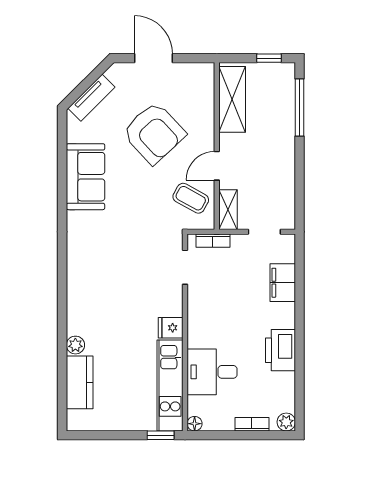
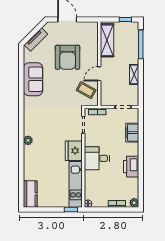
armchair: (154, 133) -> (68, 57), turned 43
shelving: (228, 210) -> (134, 74), moved
fridge: (171, 328) -> (74, 151), width x1.88, depth x1.34
plant: (75, 345) -> (28, 140), moved
desk: (212, 372) -> (97, 158), moved
kitchen counter: (80, 382) -> (30, 194), moved

